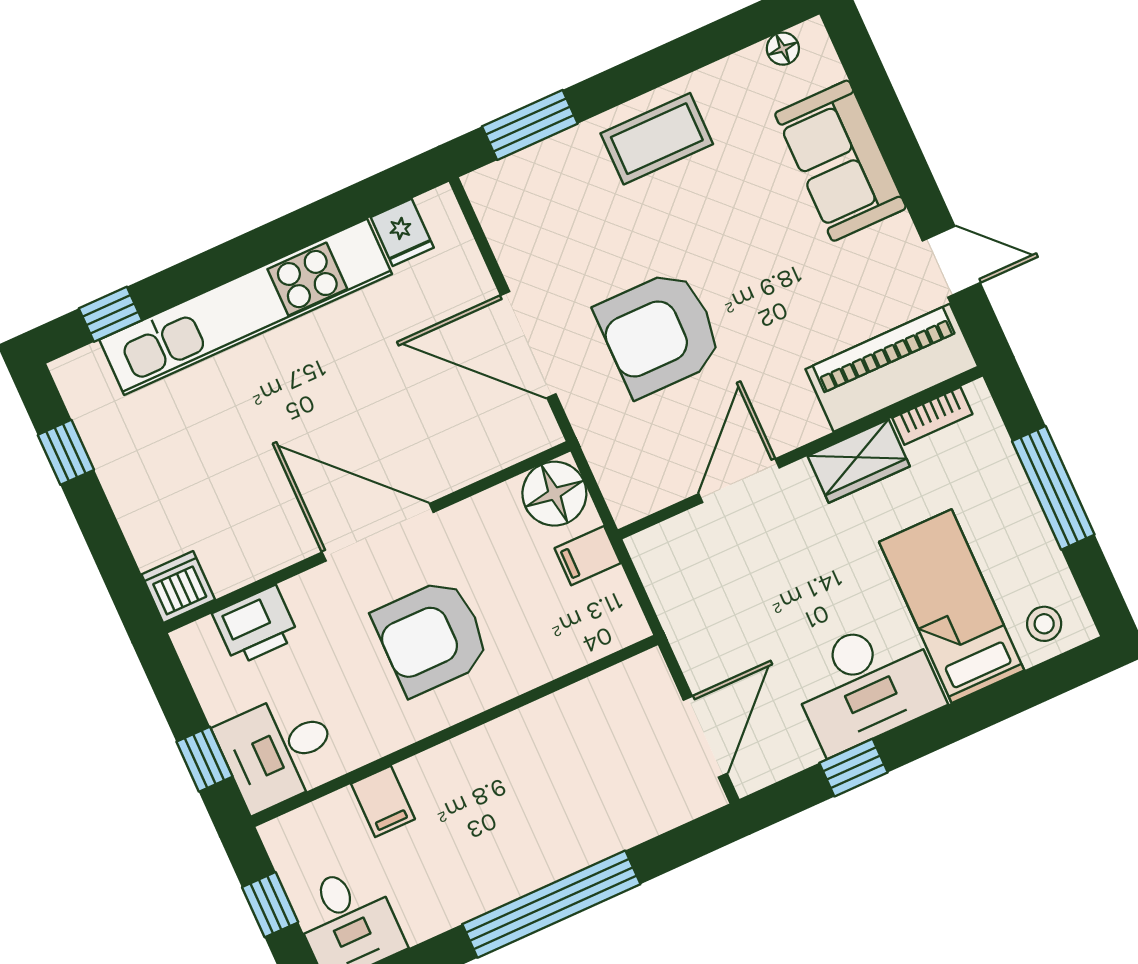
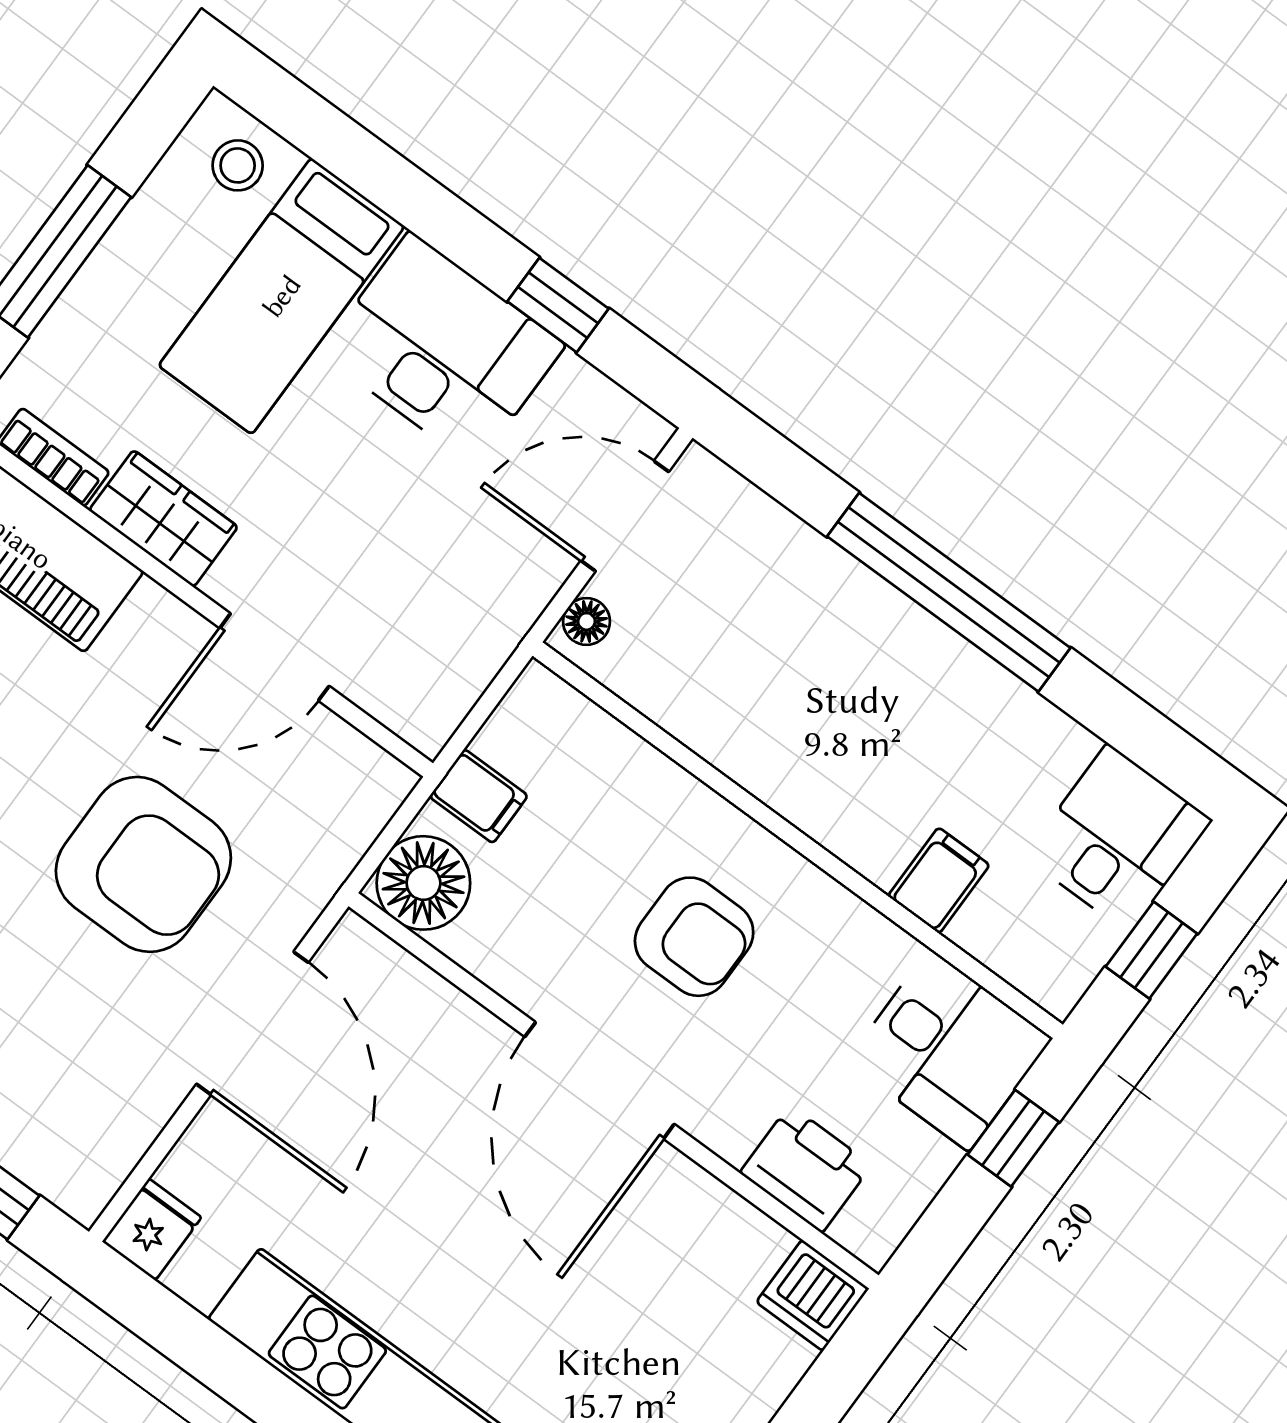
fridge: (402, 232) -> (152, 1229), moved
armchair: (432, 637) -> (694, 937), width x0.73, depth x0.73
floor lamp: (655, 679) -> (587, 621), added

